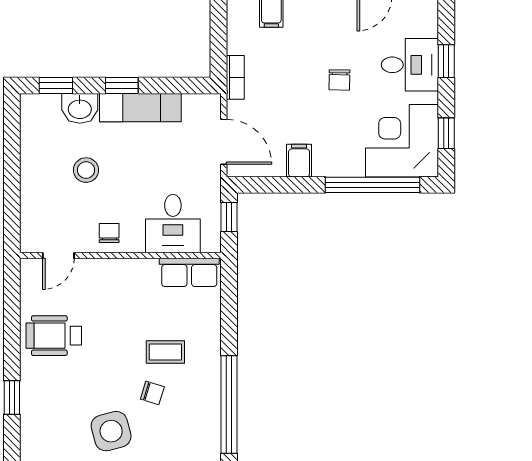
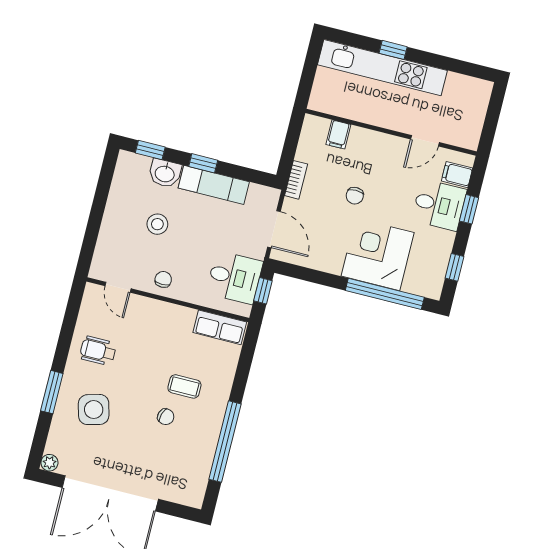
chair: (339, 80) -> (355, 196), moved
corner desk: (402, 141) -> (378, 254), moved
filing cabinet: (299, 161) -> (457, 175), moved, turned -90
desk: (173, 224) -> (235, 277), moved, turned -90
door: (58, 256) -> (118, 287), hinge flipped
wheelchair: (54, 336) -> (98, 351), width x0.73, depth x0.73
window: (12, 398) -> (52, 392), width x1.50
side table: (111, 431) -> (94, 410), moved

